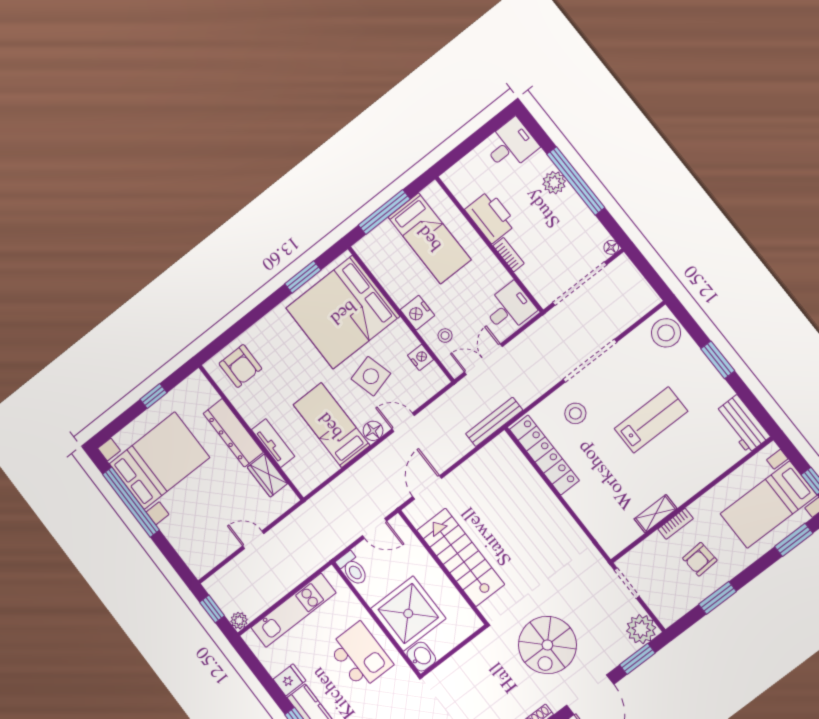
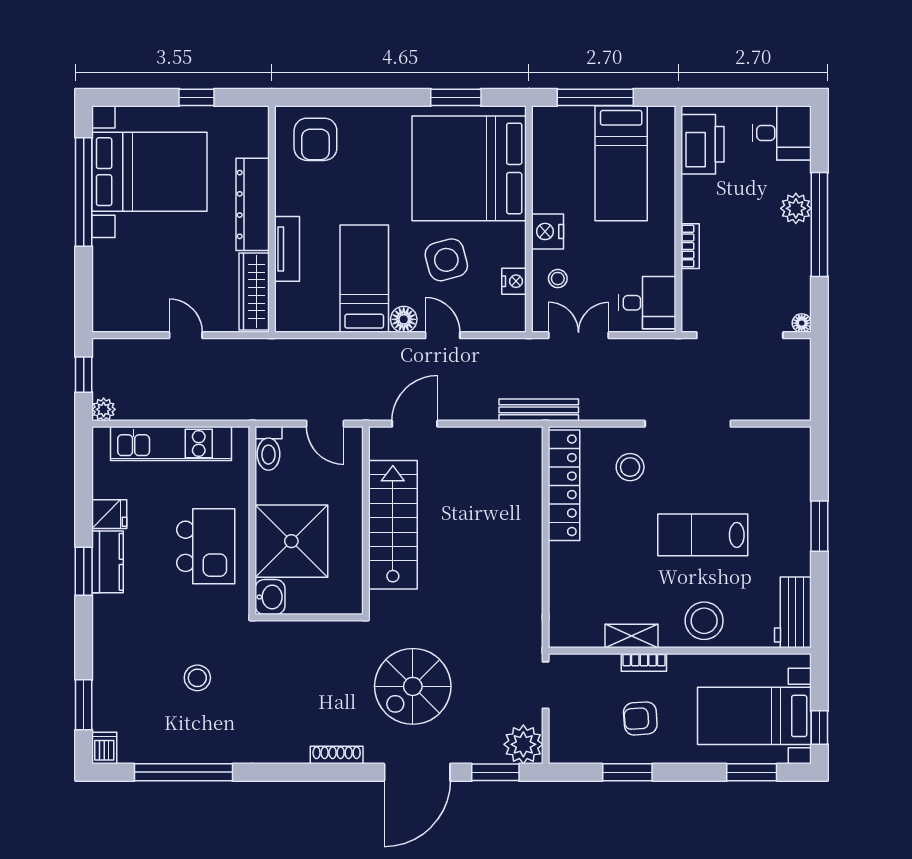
printer: (491, 217) -> (702, 144), moved
stool: (666, 333) -> (704, 621), moved
lab bench: (651, 420) -> (703, 535), turned 180
wardrobe: (267, 475) -> (254, 292), width x1.50

